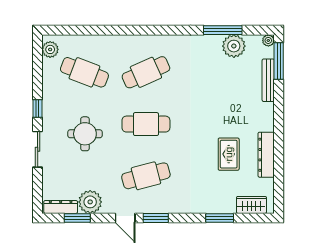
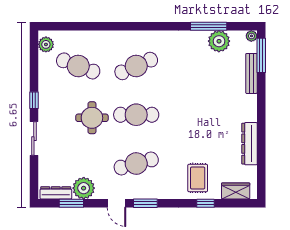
round table: (85, 134) -> (92, 118), moved
rug: (229, 154) -> (198, 178), moved
window: (220, 218) -> (206, 203), width x0.67

